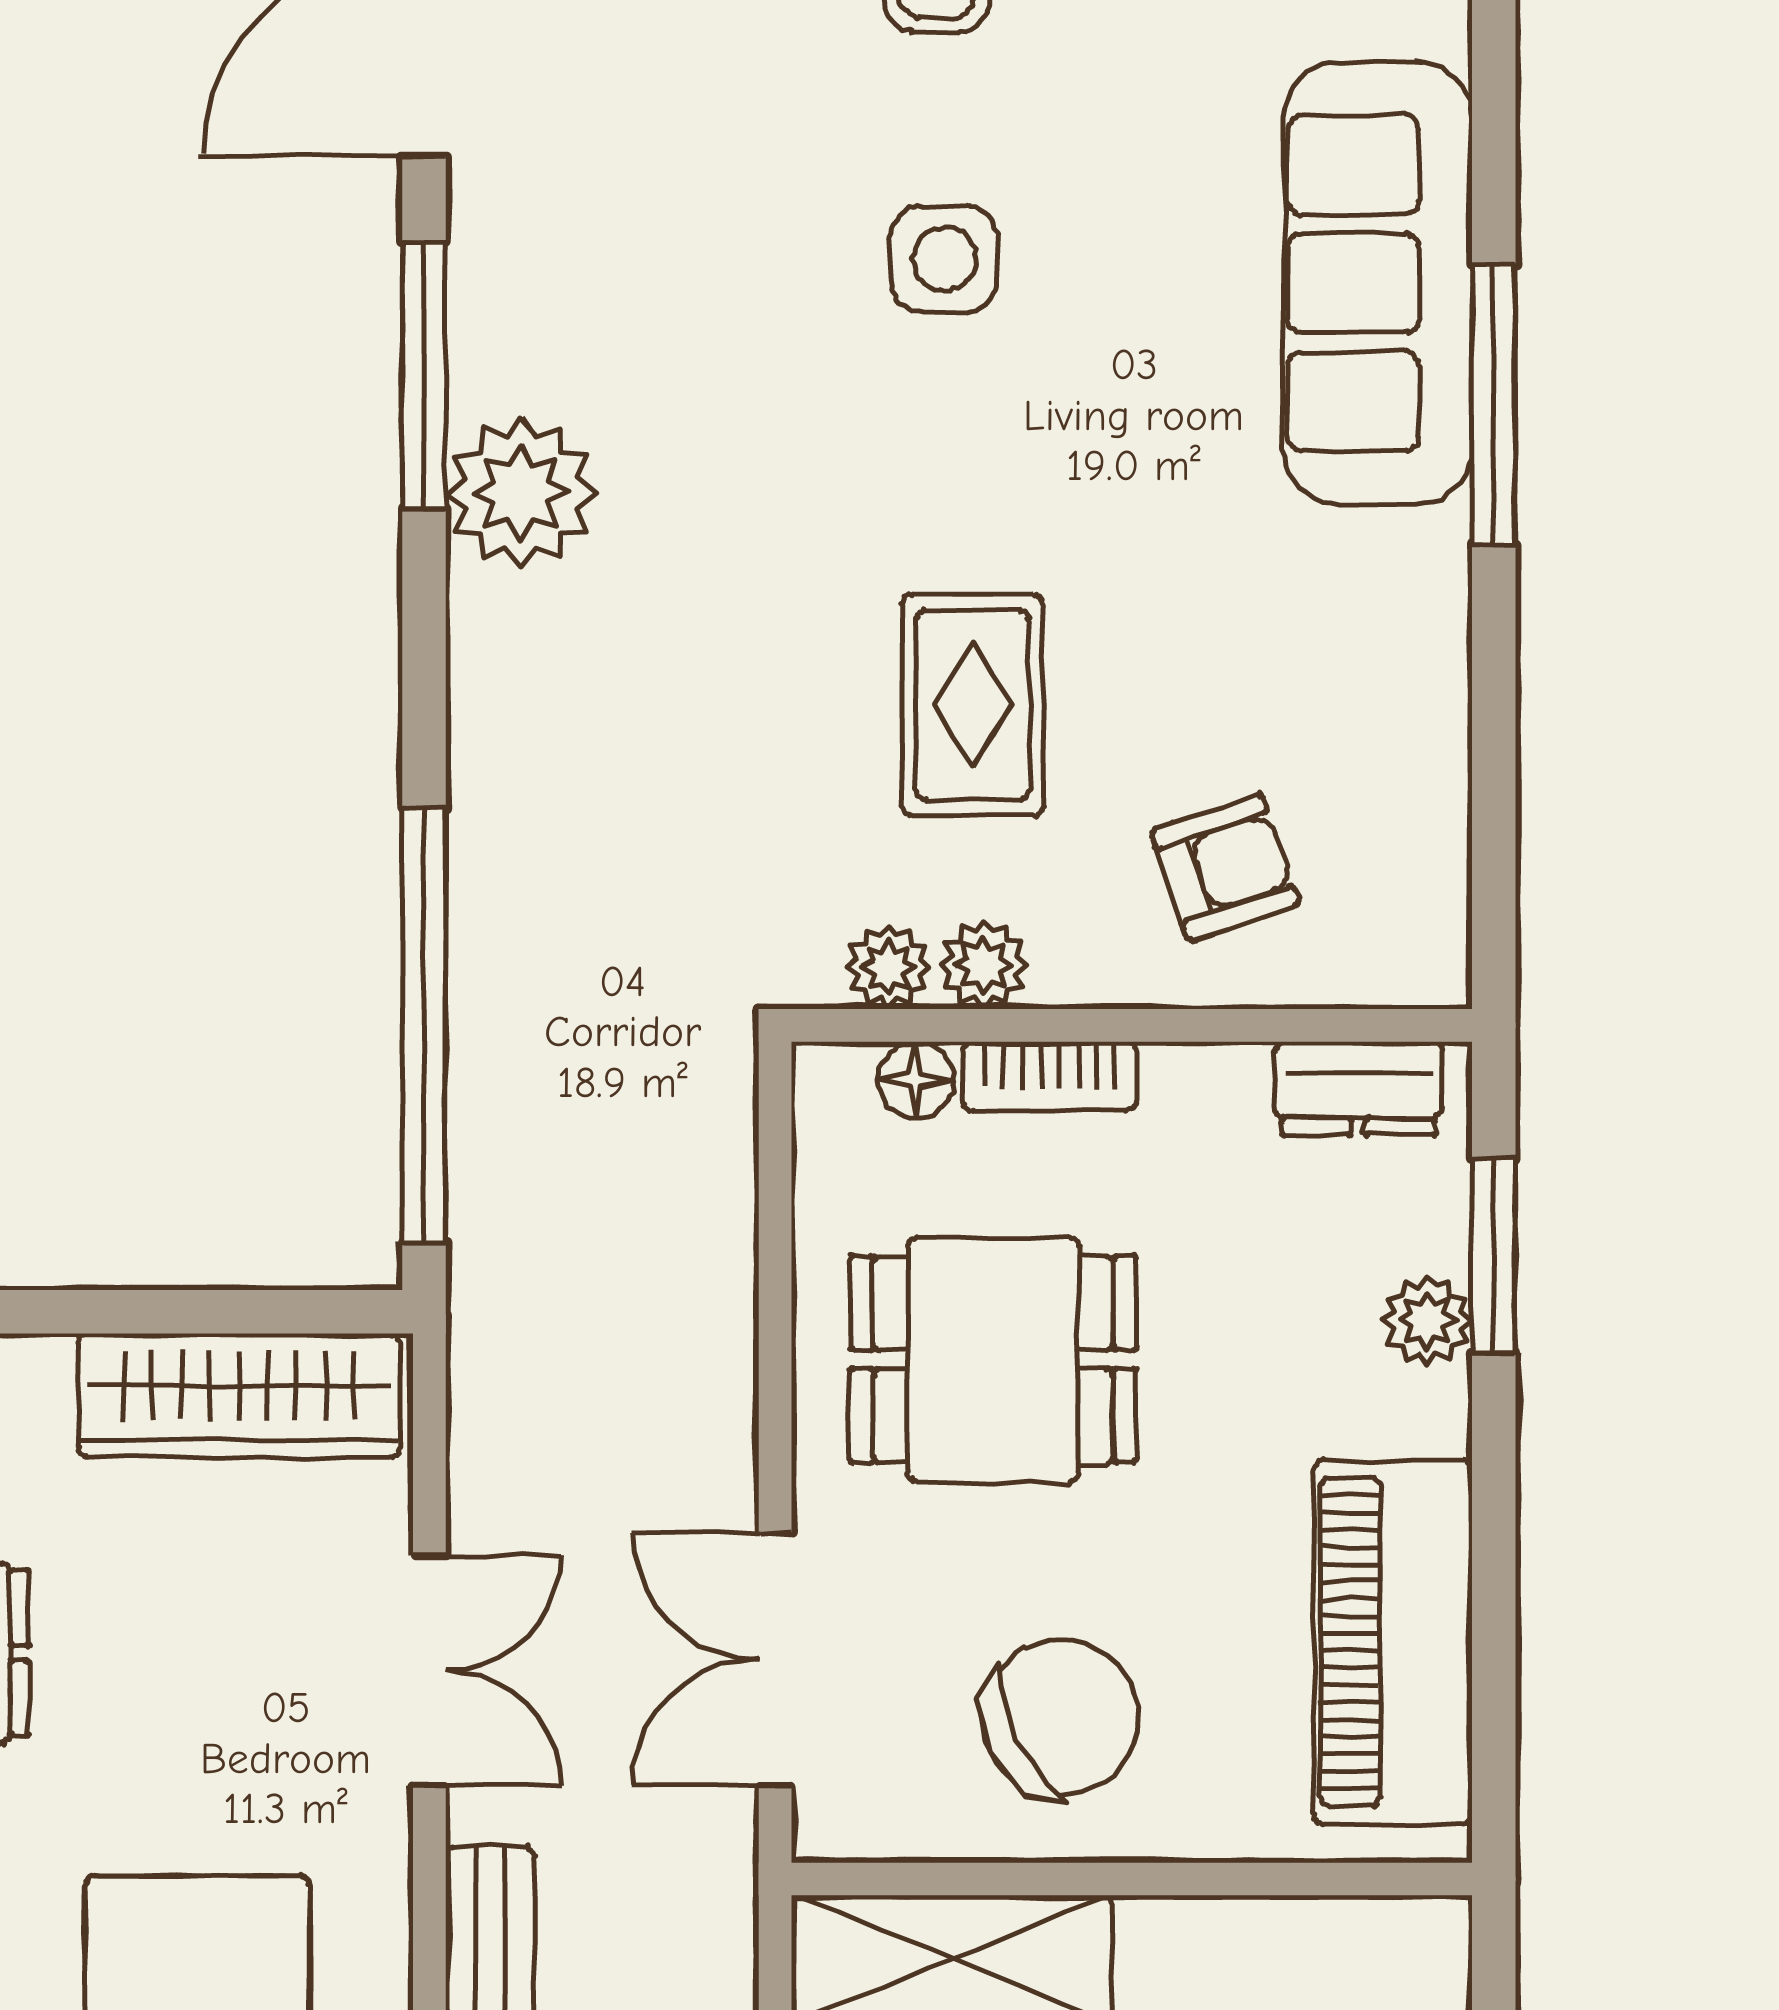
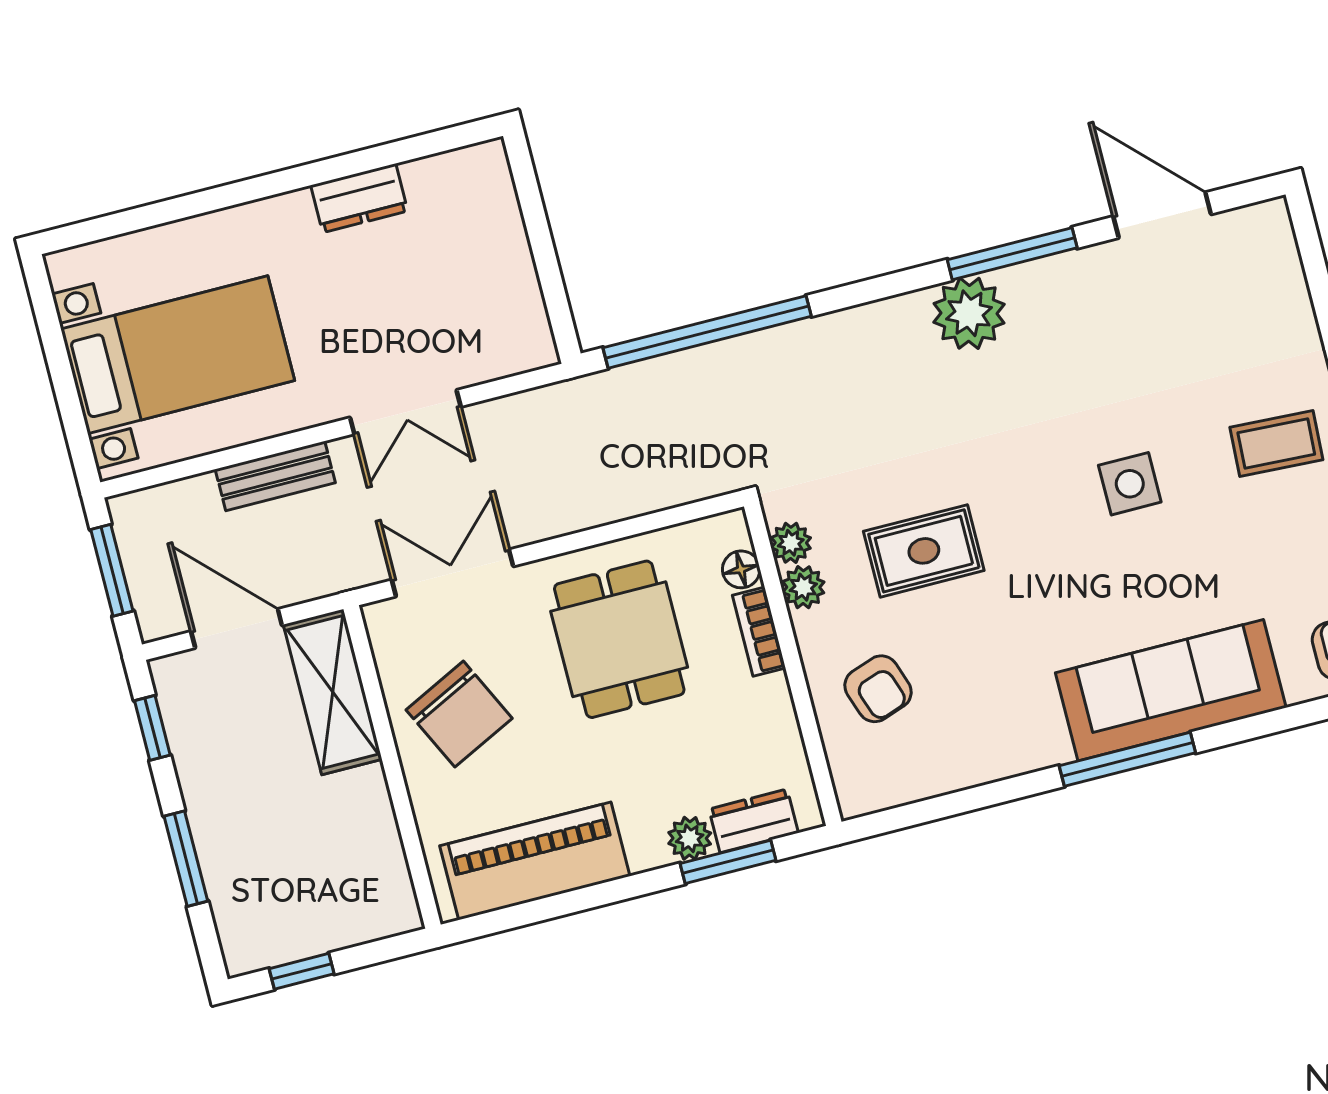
dresser: (1359, 1088) -> (754, 821), moved, turned 90
wardrobe: (239, 1395) -> (511, 290), removed

